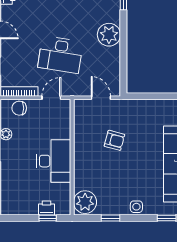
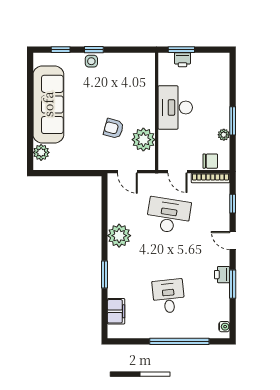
door: (51, 98) -> (178, 172), hinge flipped
plant: (85, 202) -> (143, 140), moved
window: (48, 218) -> (181, 50), width x1.50
window: (110, 218) -> (94, 50), moved

